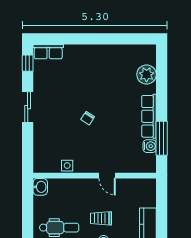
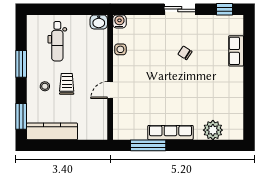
row of seats: (48, 52) -> (236, 51), moved
chair: (88, 118) -> (185, 53), moved
water cooler: (150, 146) -> (119, 21), moved, turned 180

